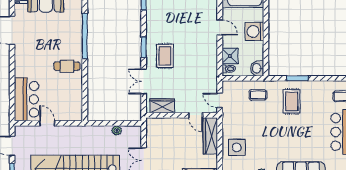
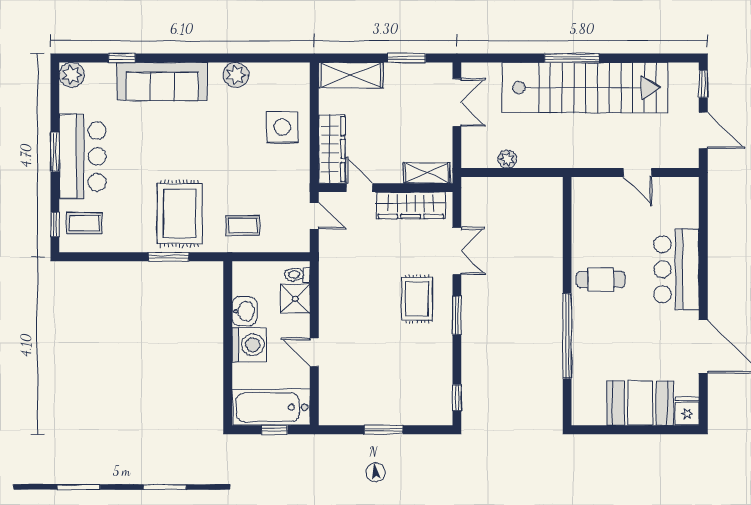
washbasin: (257, 68) -> (244, 311), moved
bar counter: (26, 99) -> (676, 269), moved
rug: (292, 101) -> (180, 214), width x1.36, depth x1.43
wardrobe: (162, 106) -> (411, 205), width x1.50
shelving: (160, 123) -> (427, 173), added

